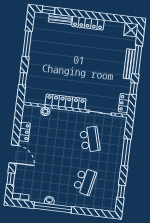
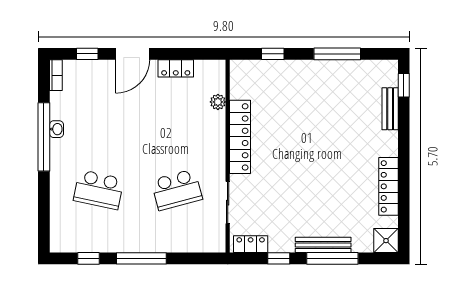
locker: (88, 23) -> (389, 186), moved
window: (126, 152) -> (141, 258), moved

